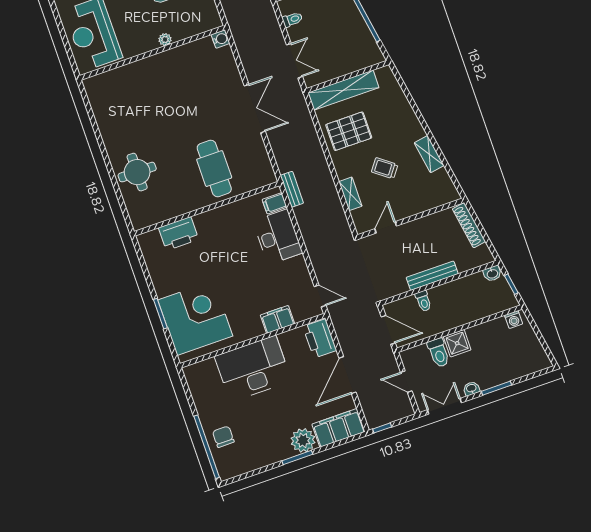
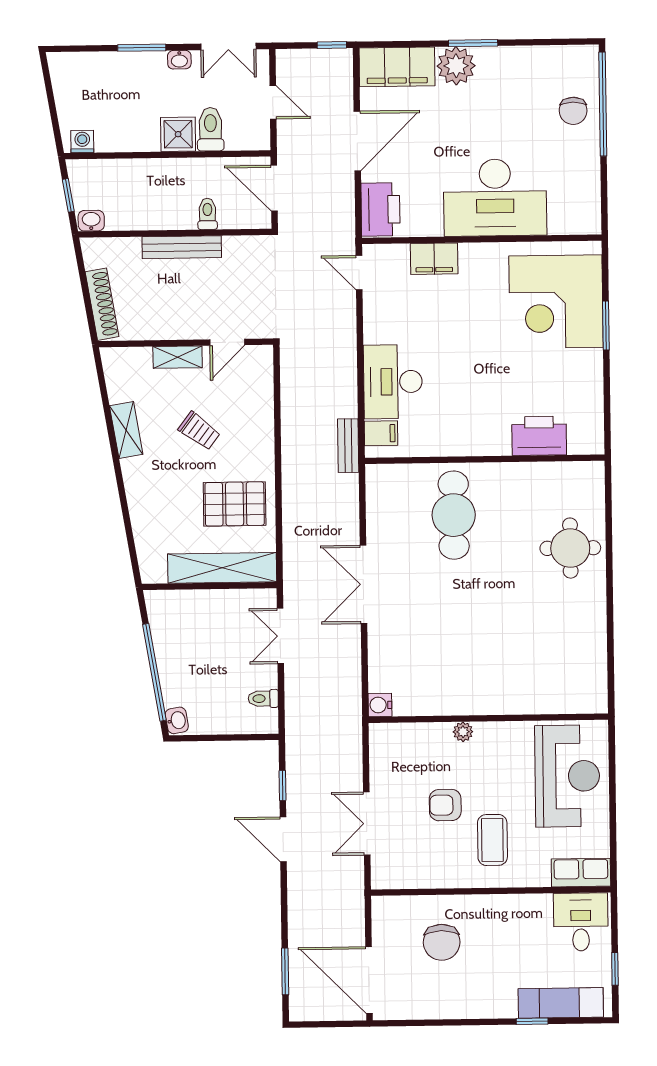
shelving: (350, 194) -> (178, 357), moved, turned 90

